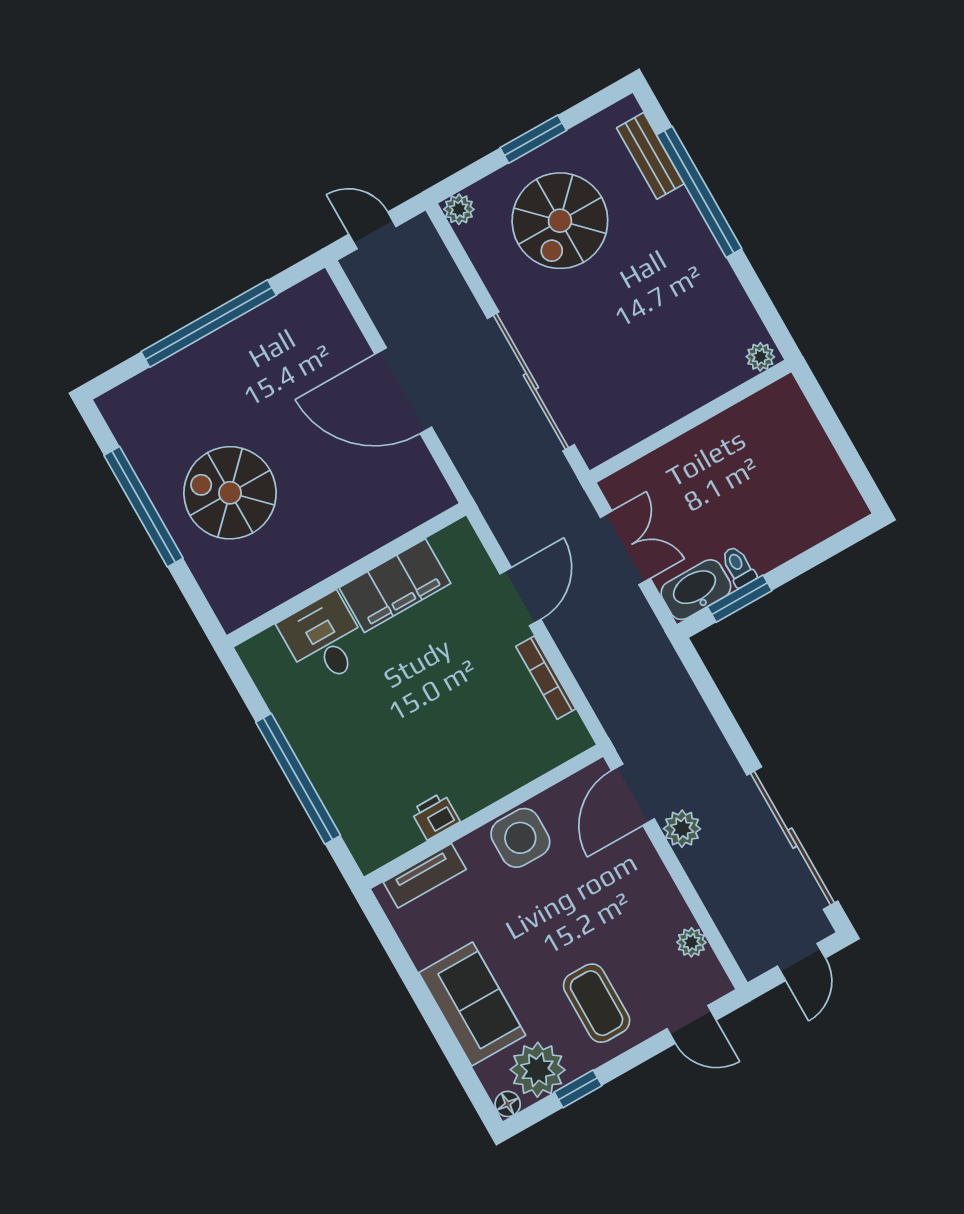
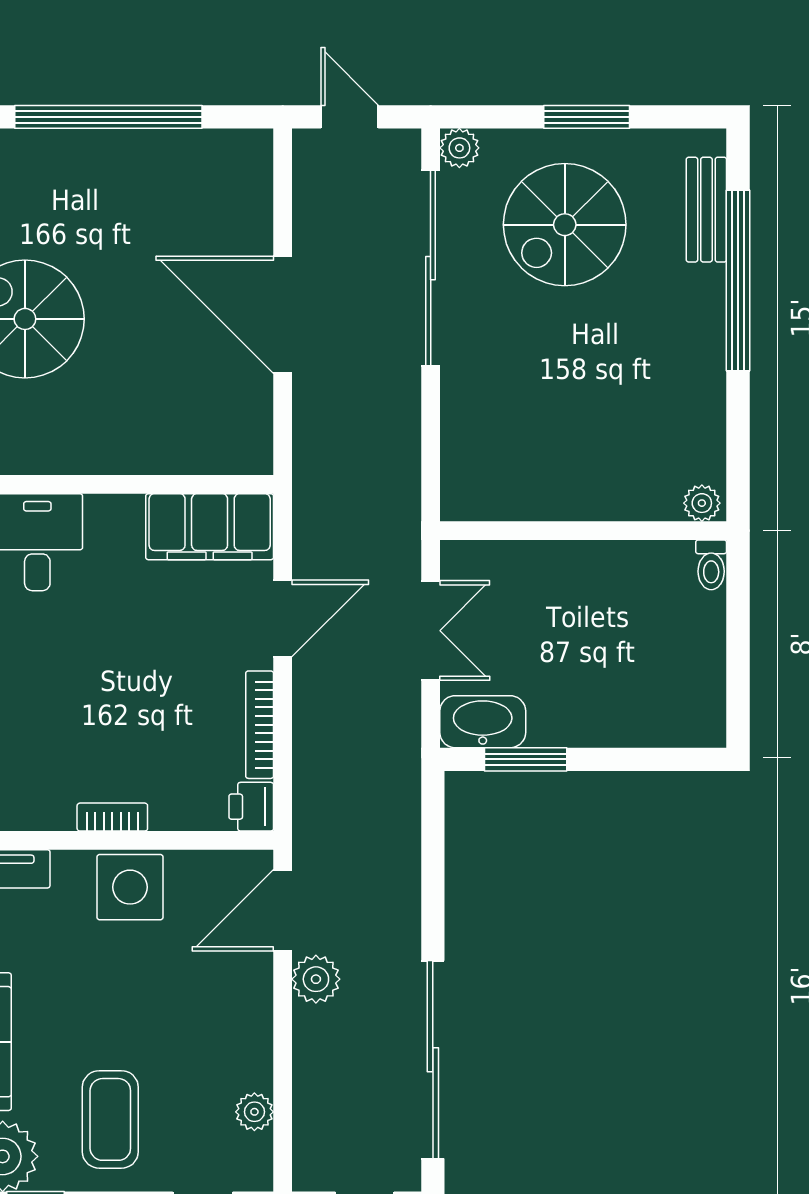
sliding door: (531, 381) -> (431, 268), moved
toilet: (738, 567) -> (711, 565), moved, turned 180
filing cabinet: (395, 586) -> (210, 527), moved
bookcase: (481, 797) -> (112, 817), added
printer: (435, 816) -> (251, 807), moved, turned -90

